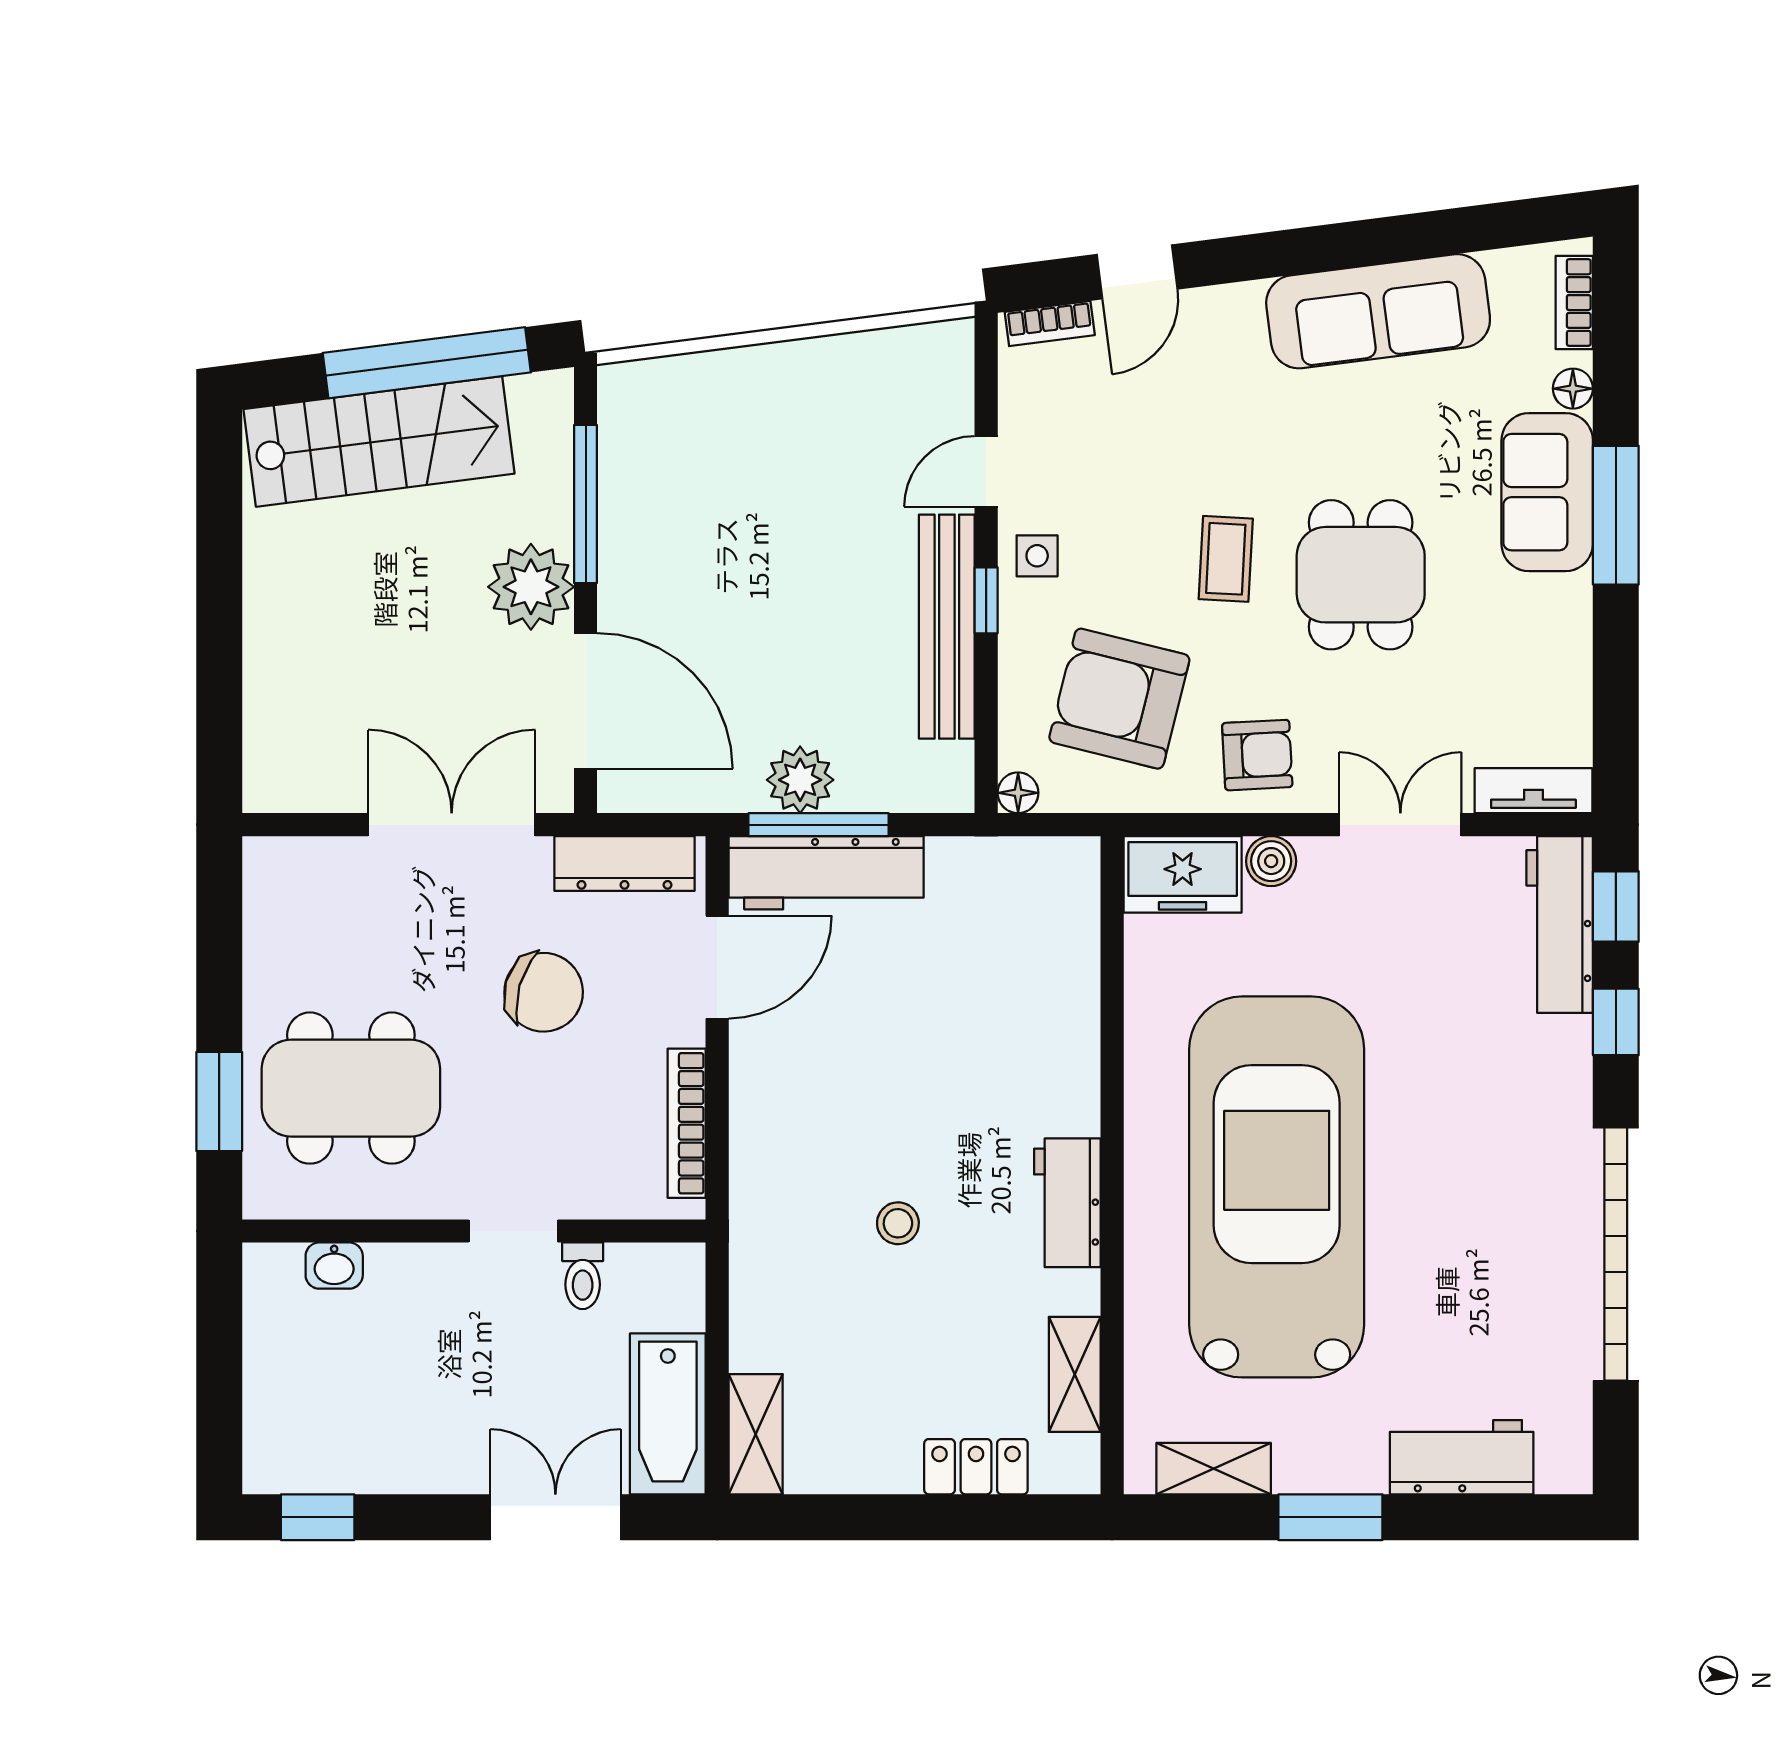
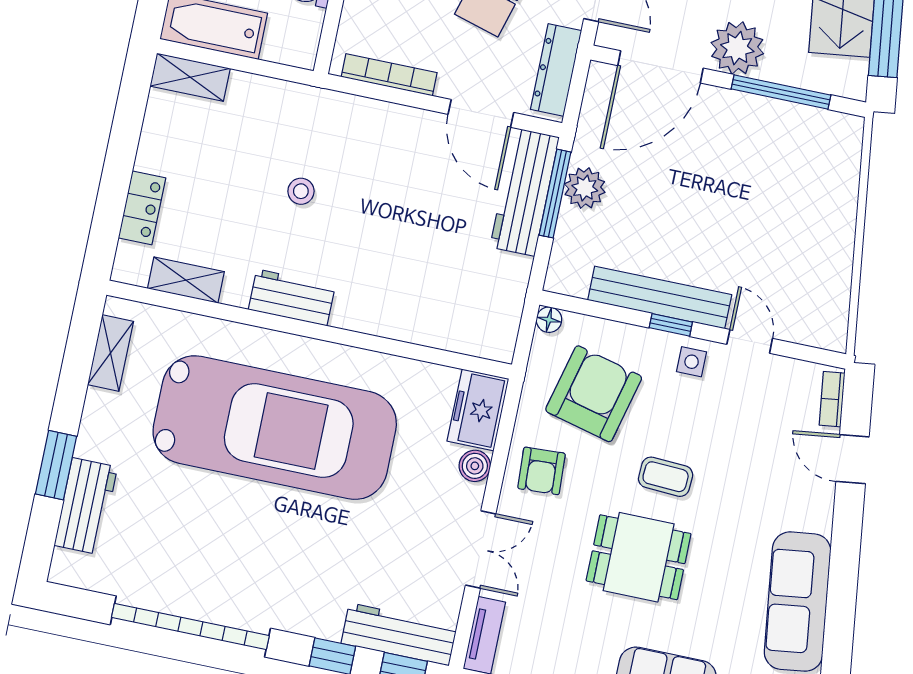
window: (1330, 1517) -> (56, 465), moved

